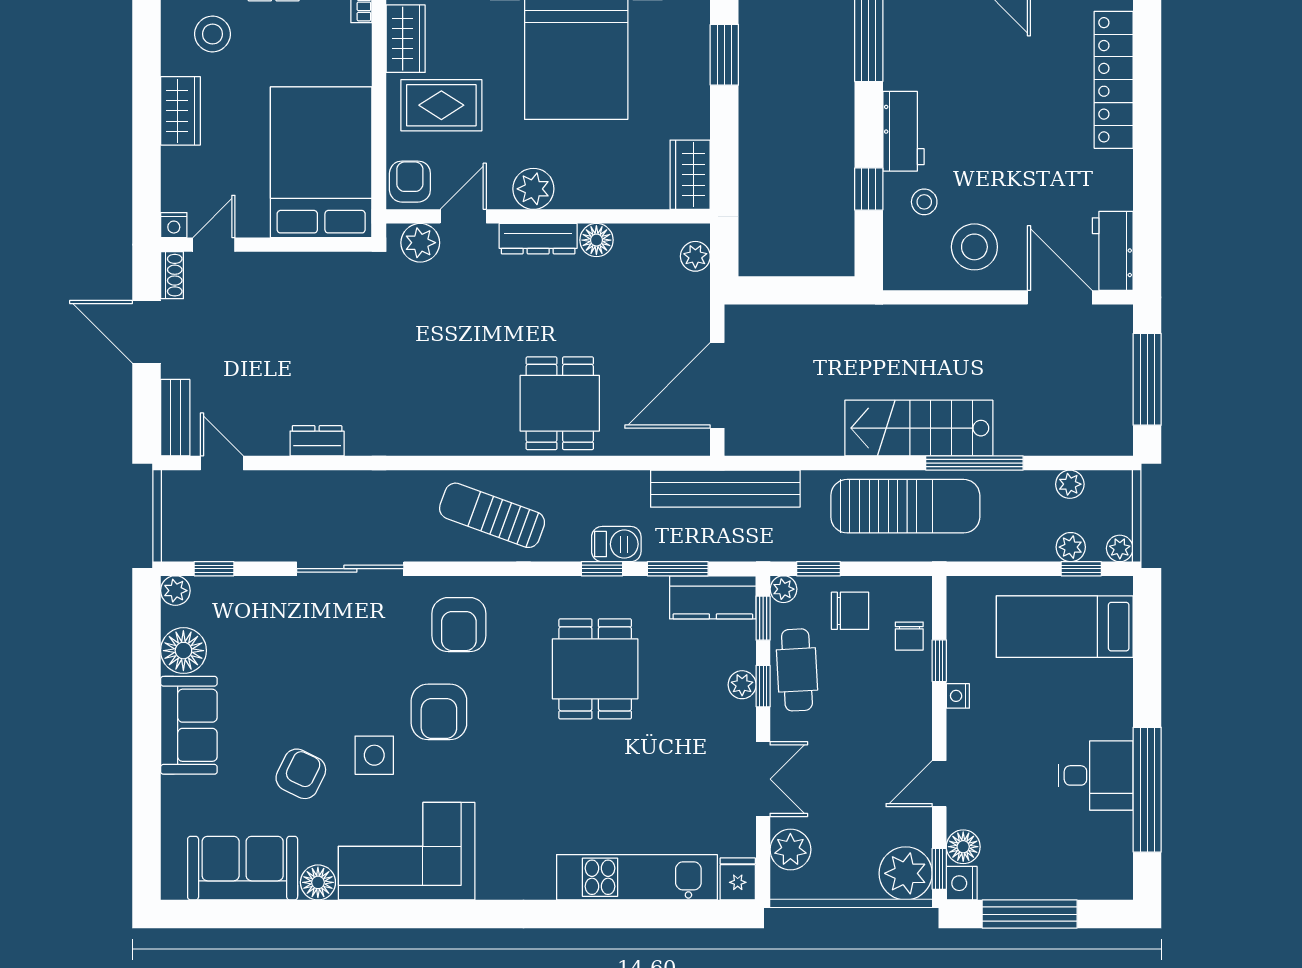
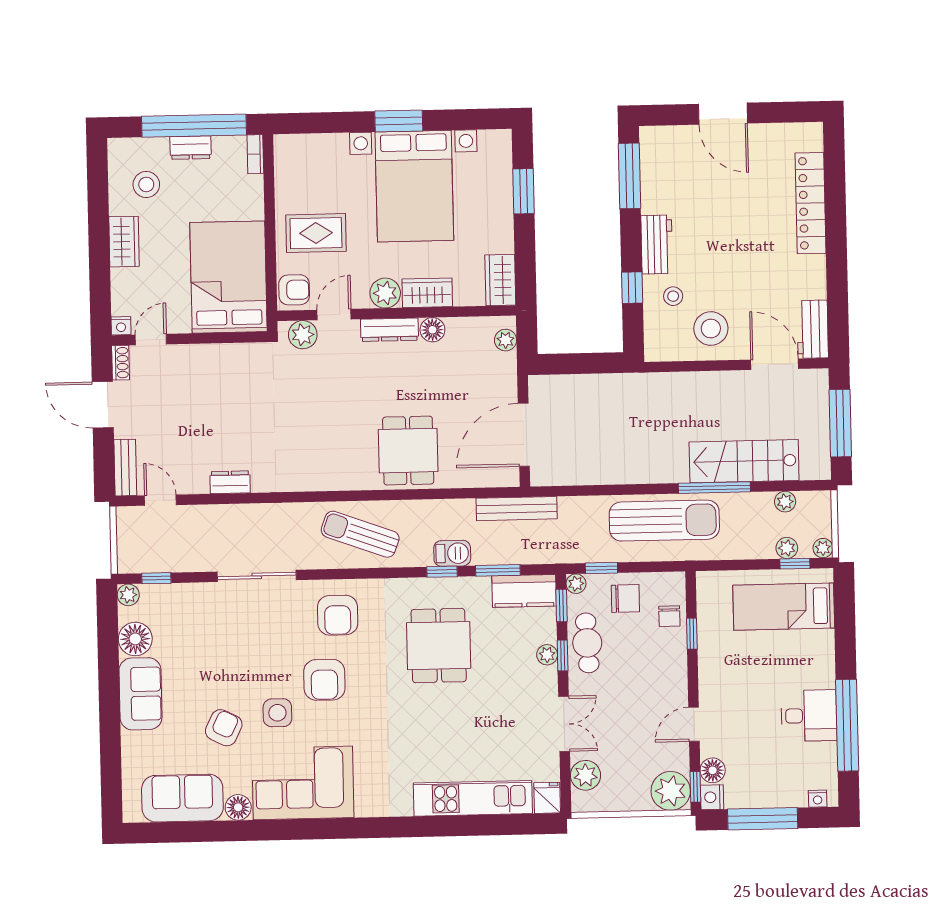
wardrobe: (406, 39) -> (427, 293), moved, turned -90
armchair: (410, 182) -> (294, 290), turned 90
stairs: (919, 428) -> (744, 461), moved
bench: (725, 489) -> (517, 509), width x0.73, depth x0.82
nightstand: (958, 696) -> (818, 799), moved, turned -90

